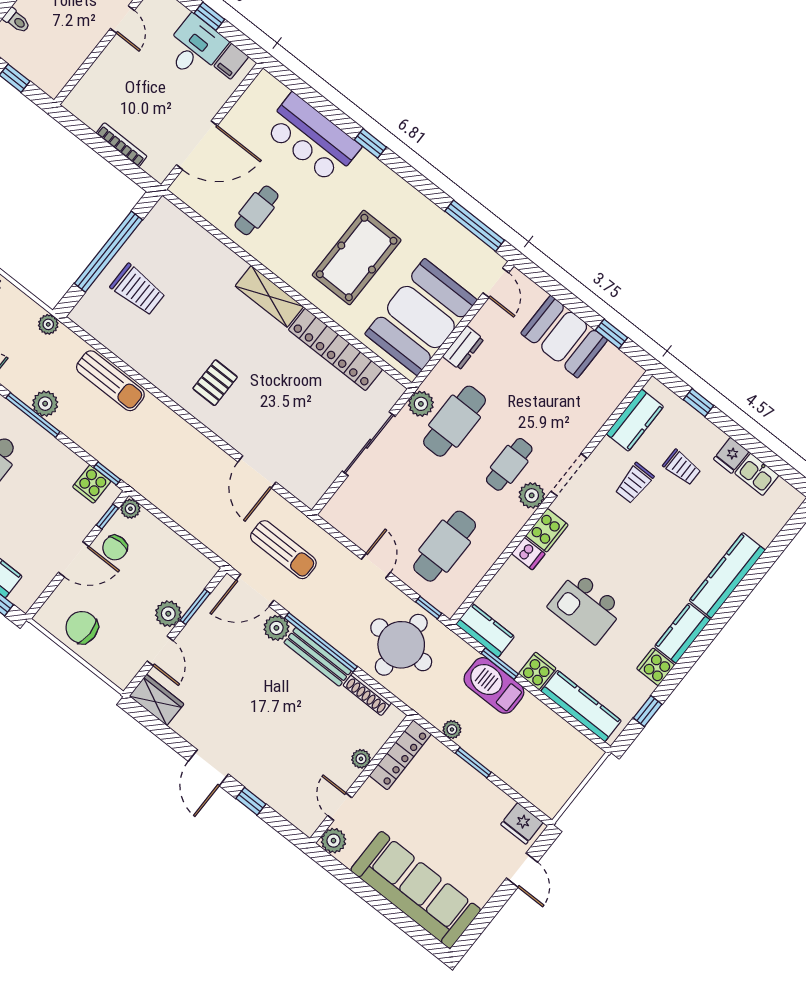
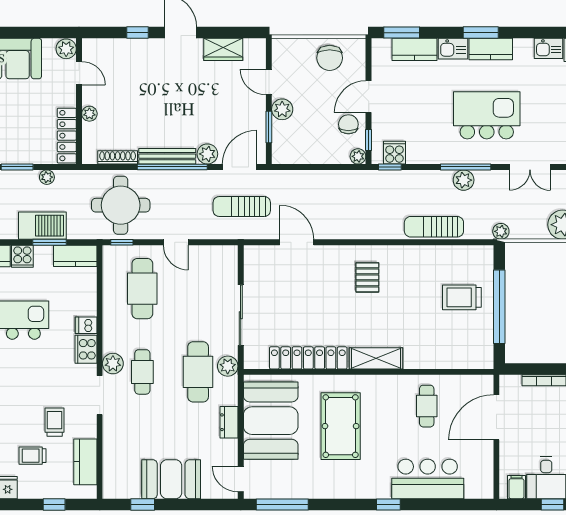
chair: (82, 627) -> (330, 58), turned 90
wardrobe: (157, 700) -> (223, 49), moved

